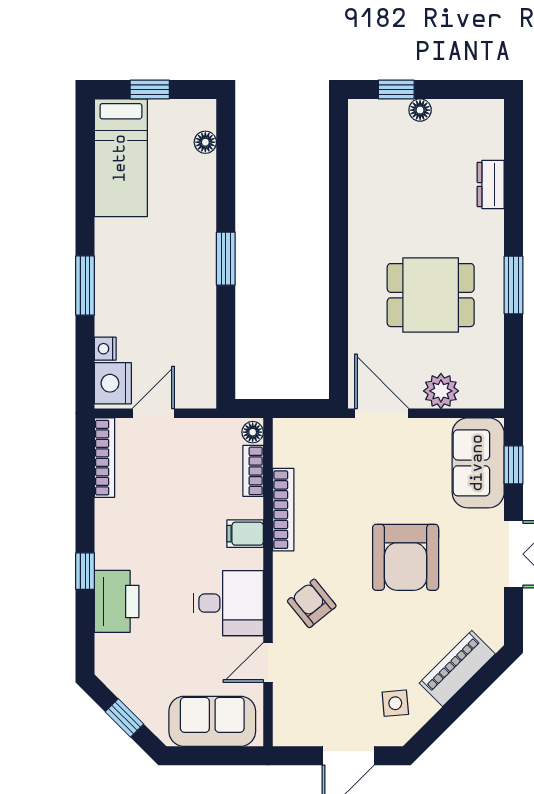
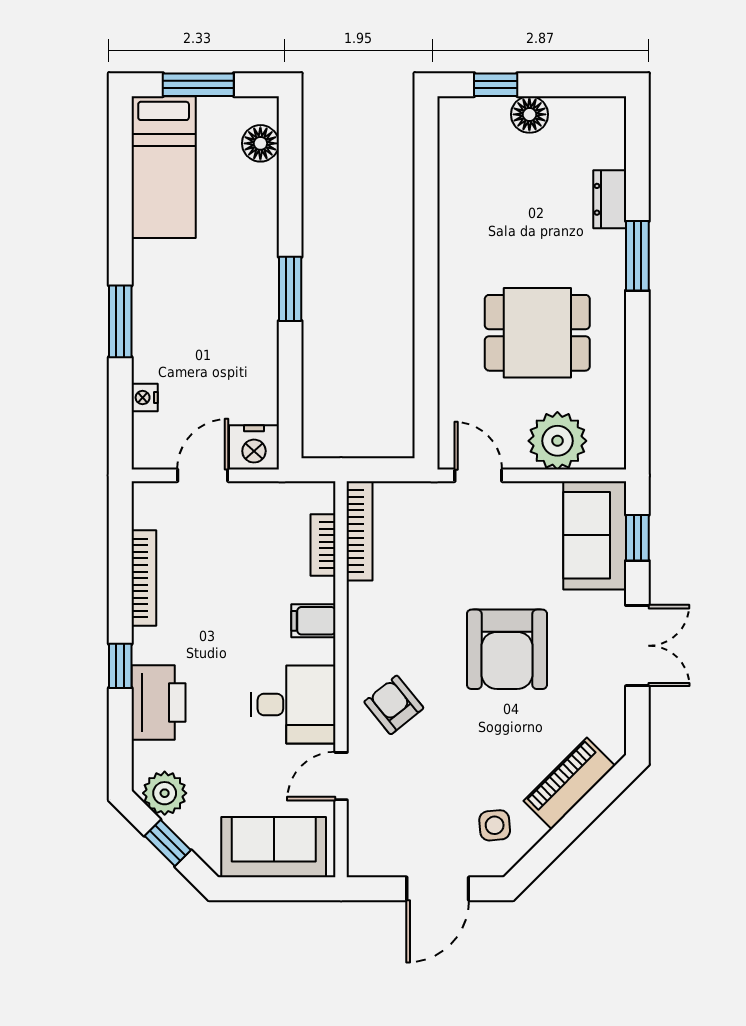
window: (150, 89) -> (198, 85), width x1.50
floor lamp: (420, 110) -> (529, 114), width x1.37, depth x1.37
floor lamp: (205, 142) -> (260, 143), width x1.37, depth x1.37
window: (514, 285) -> (637, 256), moved
nightstand: (113, 383) -> (254, 447), moved, turned -90
plant: (441, 391) -> (557, 441), width x1.36, depth x1.36
door: (382, 413) -> (478, 475), width x0.73
floor lamp: (253, 432) -> (323, 498), removed
bookcase: (105, 458) -> (144, 578), moved
bookcase: (283, 510) -> (359, 531), moved
plant: (122, 677) -> (165, 793), added

